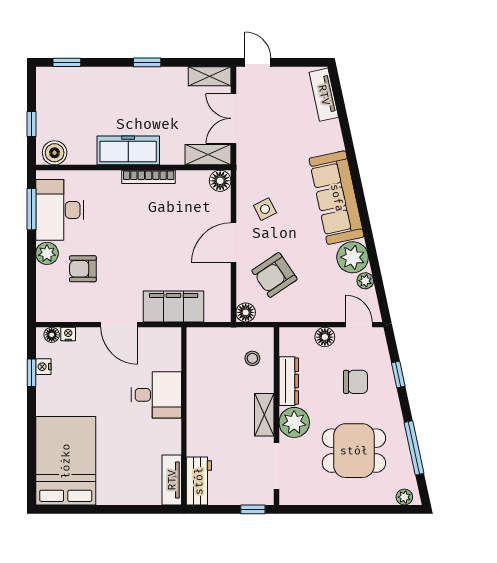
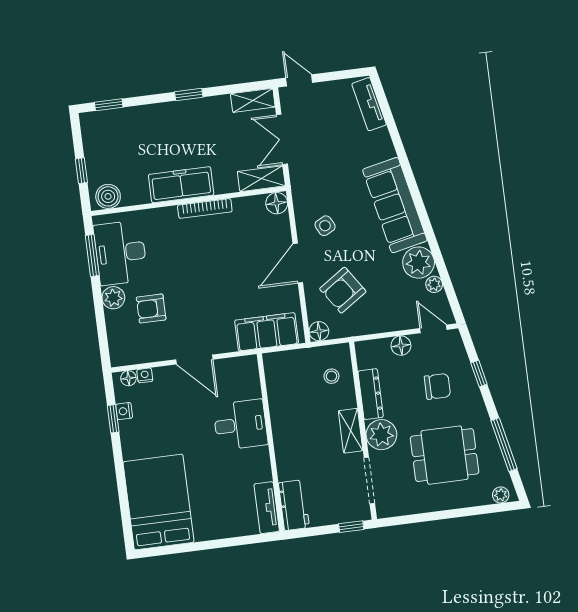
filing cabinet: (174, 306) -> (267, 332), moved

